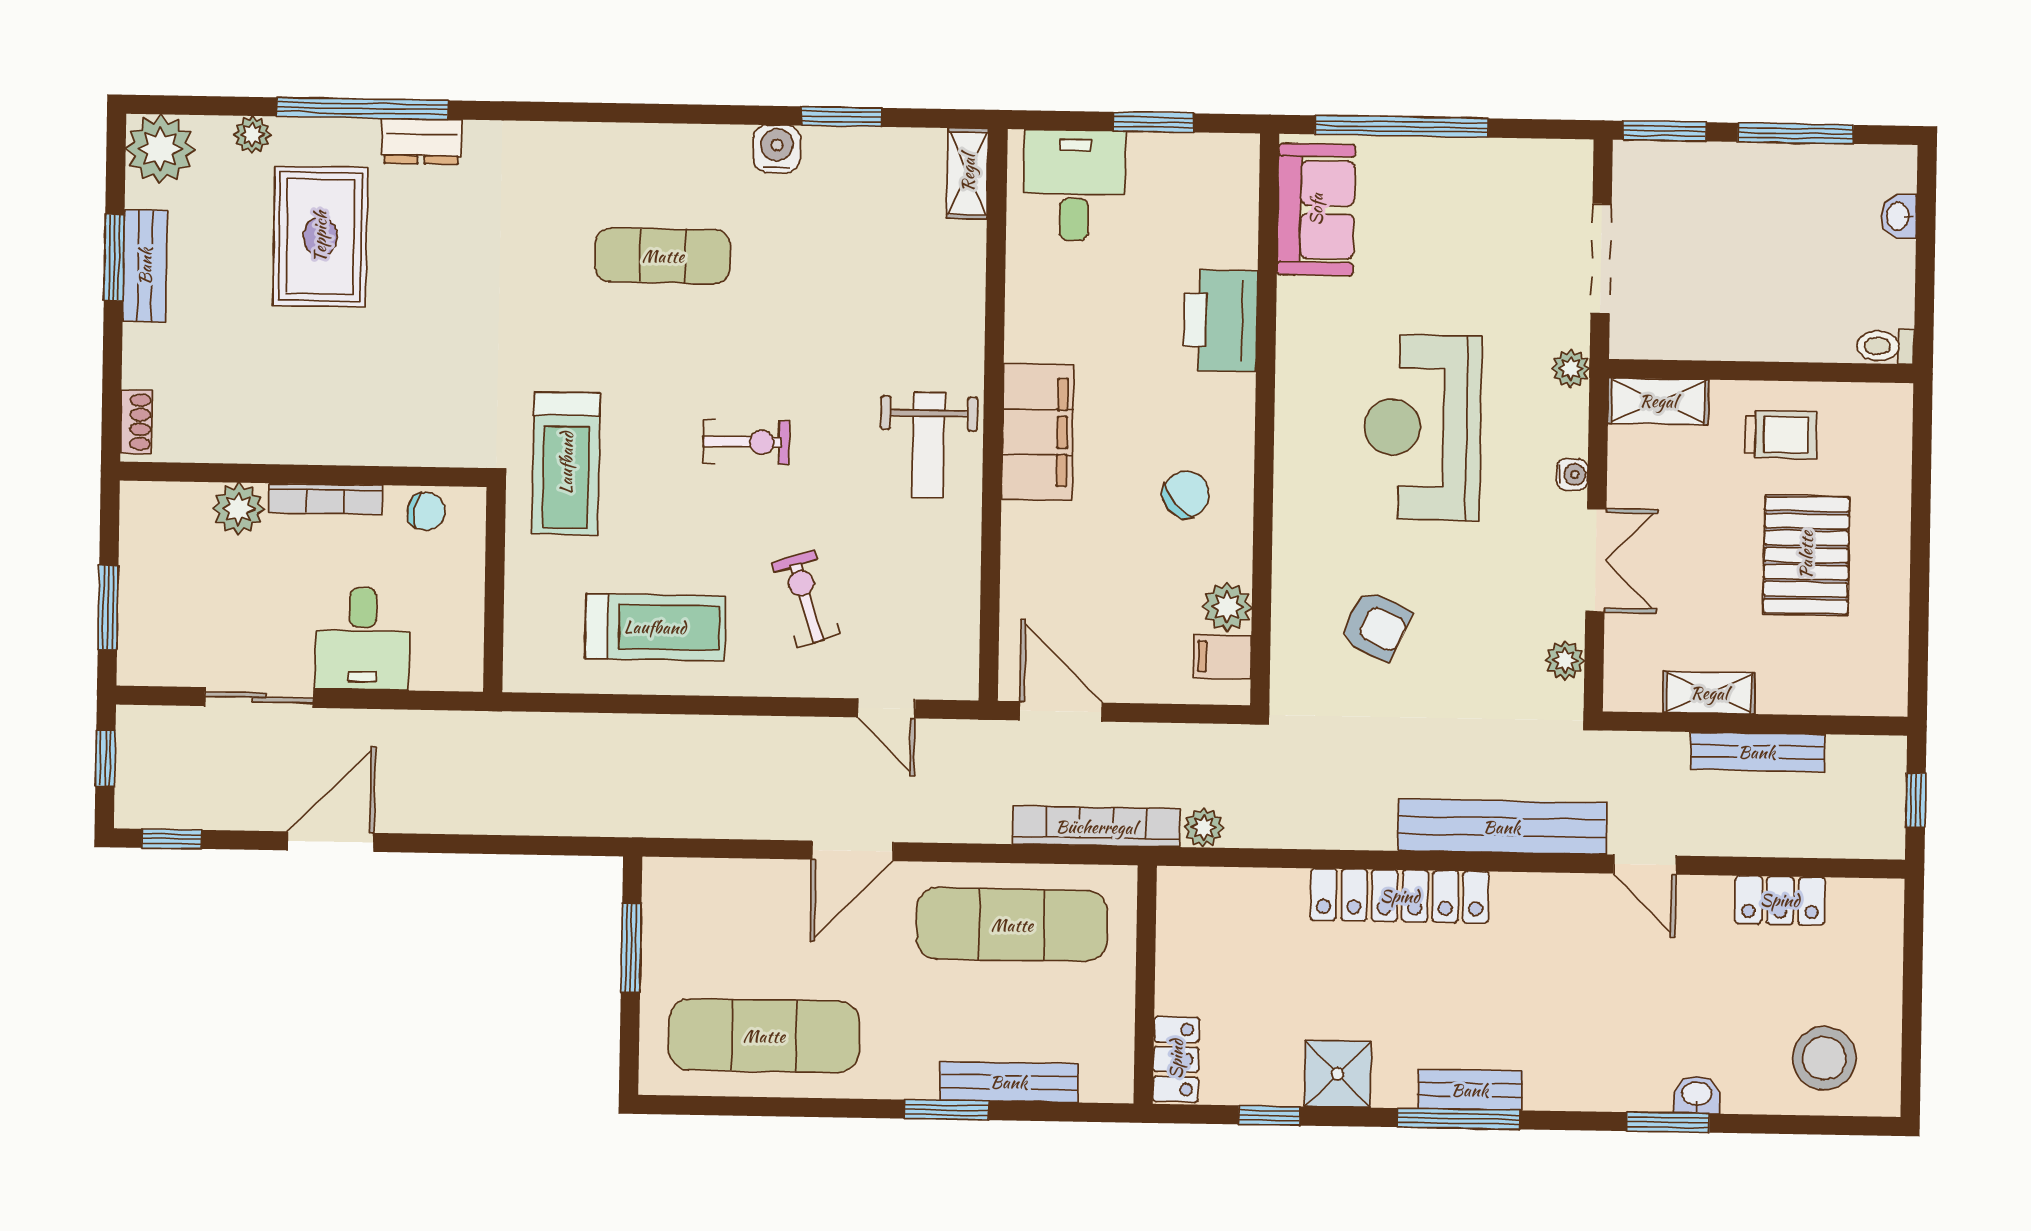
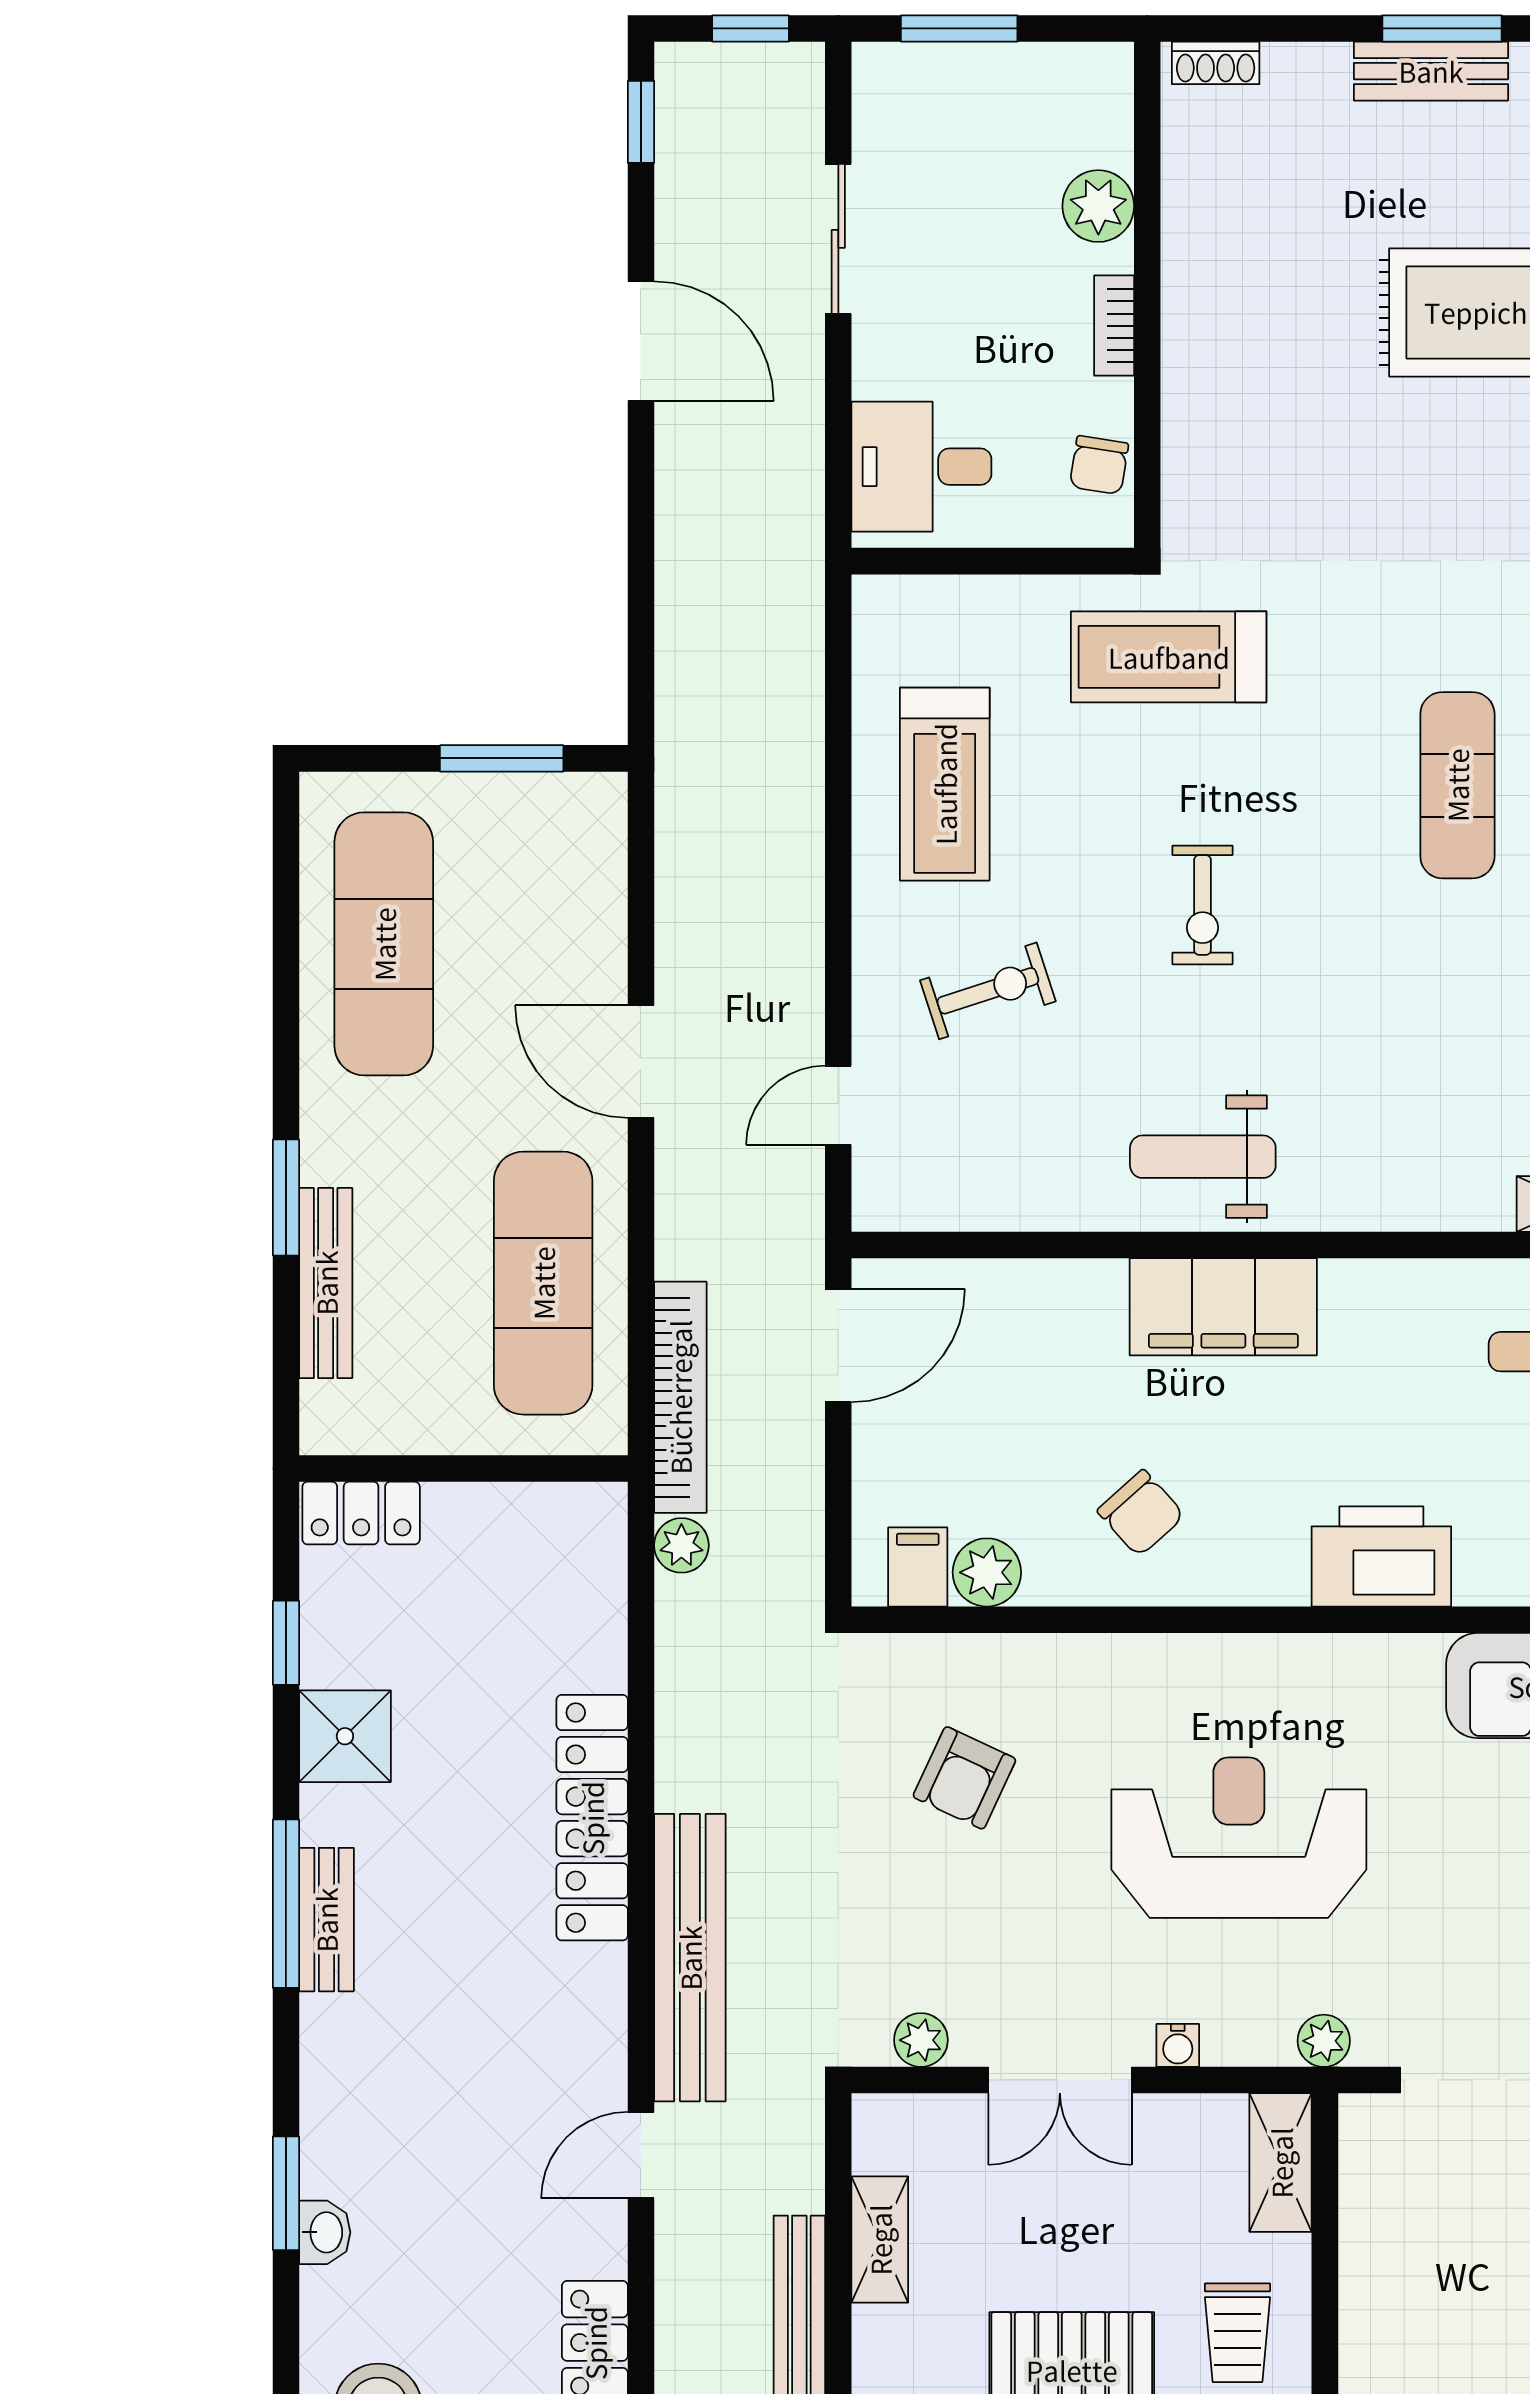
bookcase: (325, 499) -> (1114, 326), width x0.64
desk: (363, 639) -> (921, 467), moved

